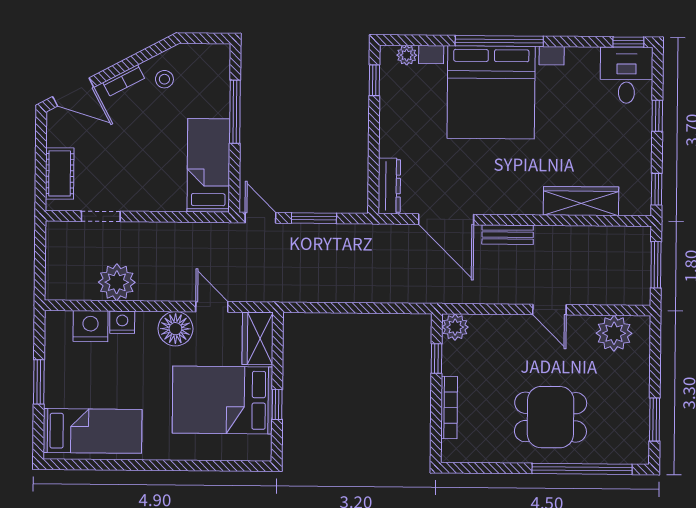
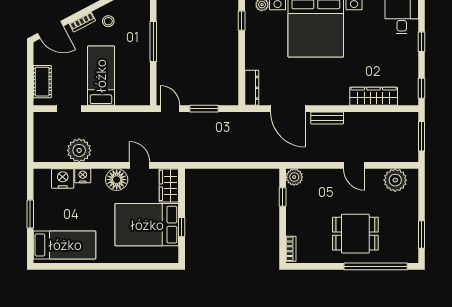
bed: (208, 165) -> (101, 76), moved
bookcase: (449, 407) -> (291, 249), moved, width x0.64

